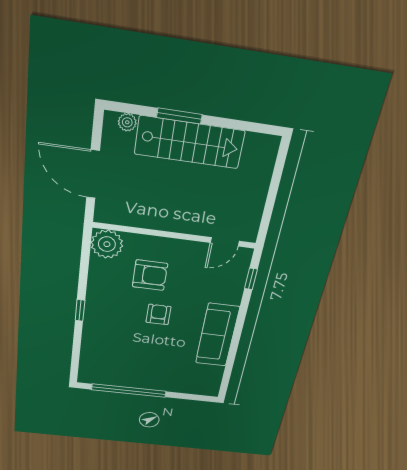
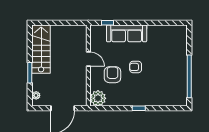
stairs: (189, 142) -> (41, 49), moved
door: (225, 242) -> (88, 59), moved
sofa: (217, 335) -> (127, 33), moved

